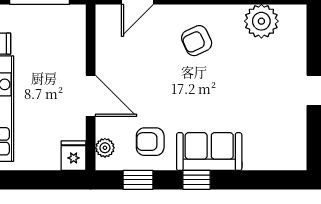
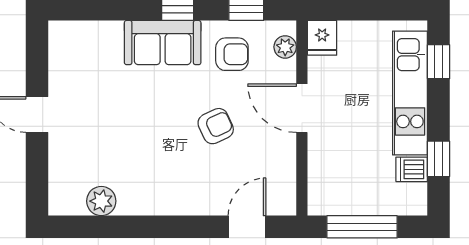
plant: (261, 21) -> (101, 201), width x0.73, depth x0.73
armchair: (197, 41) -> (216, 126), moved

